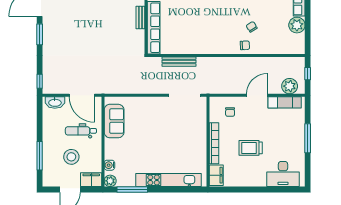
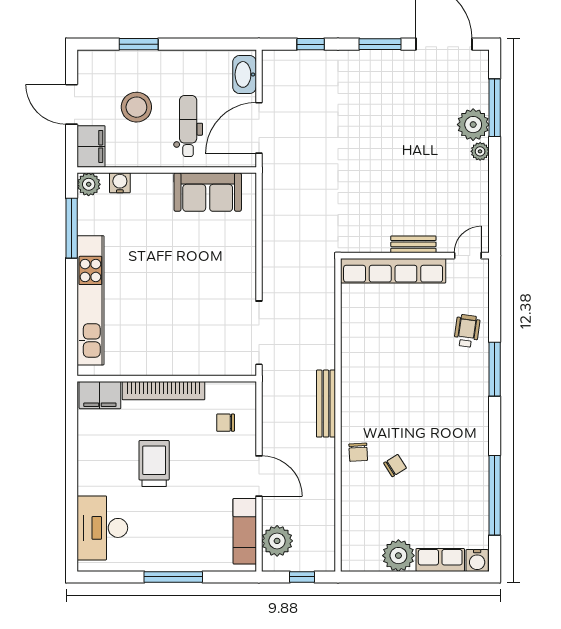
bench: (179, 62) -> (326, 404), moved
window: (40, 81) -> (311, 44), moved
window: (40, 156) -> (139, 44), width x0.69

